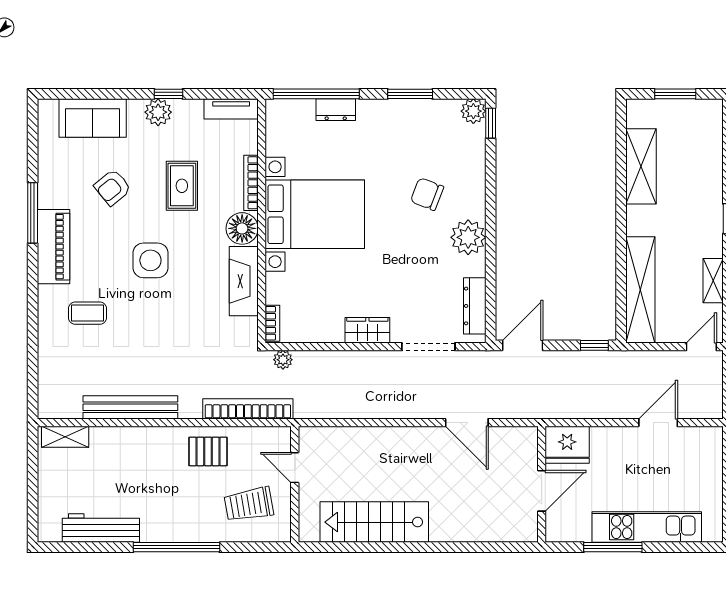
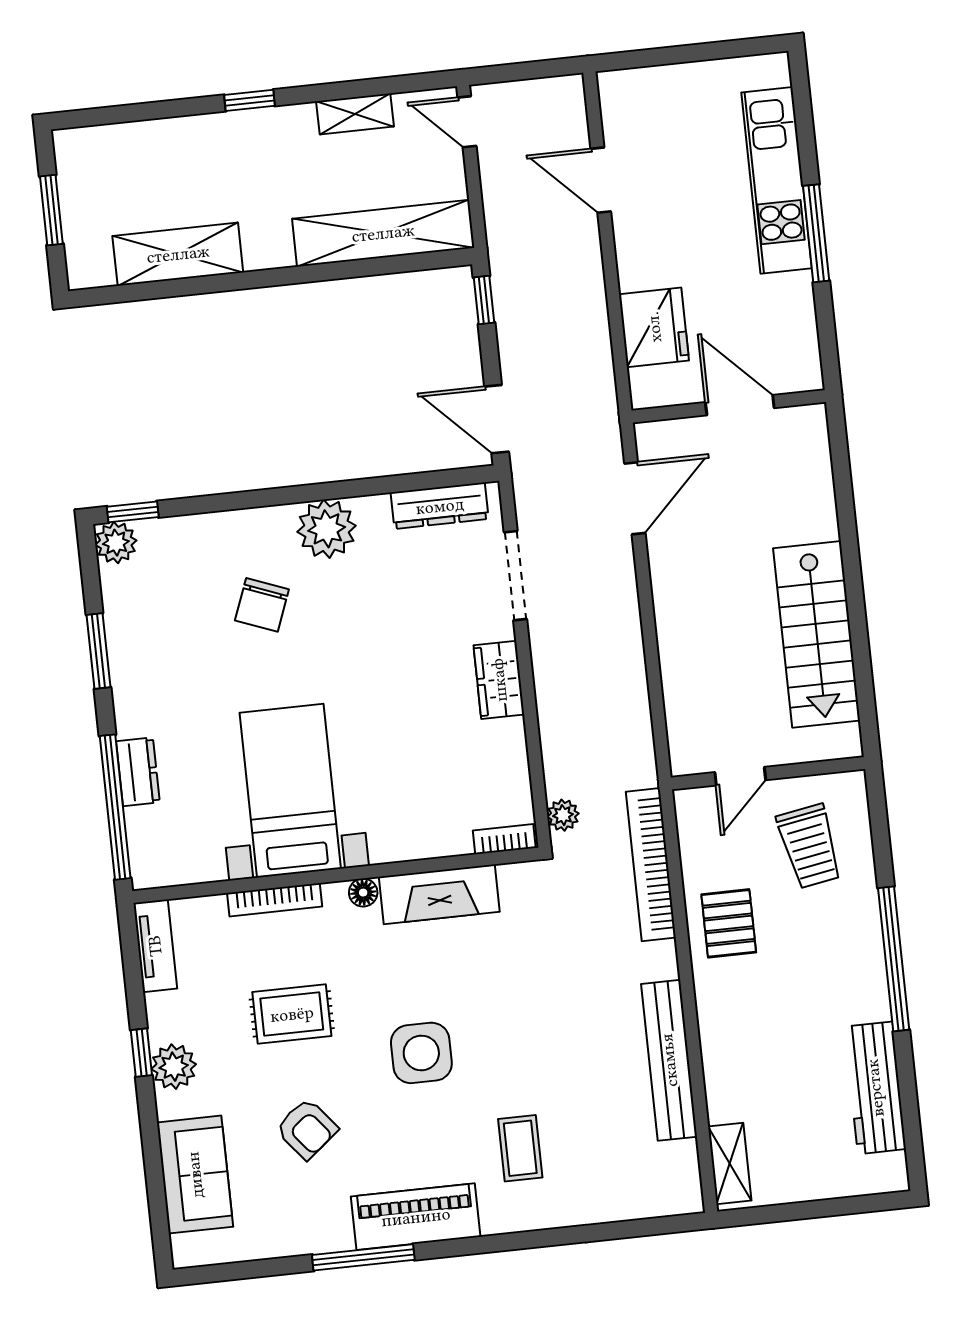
bed with nightstands: (315, 214) -> (290, 791), width x0.73
floor lamp: (242, 228) -> (363, 893), width x0.53, depth x0.53
wall: (542, 484) -> (729, 406), moved
door: (542, 491) -> (740, 405), moved

